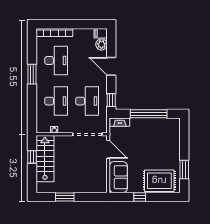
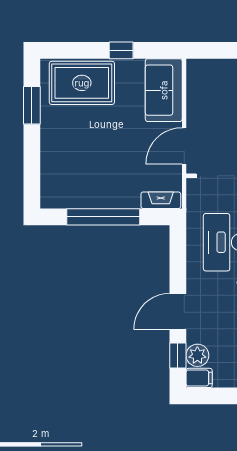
door: (111, 66) -> (178, 311), swing flipped
window: (111, 100) -> (178, 356), moved
door: (108, 149) -> (184, 146), hinge flipped

